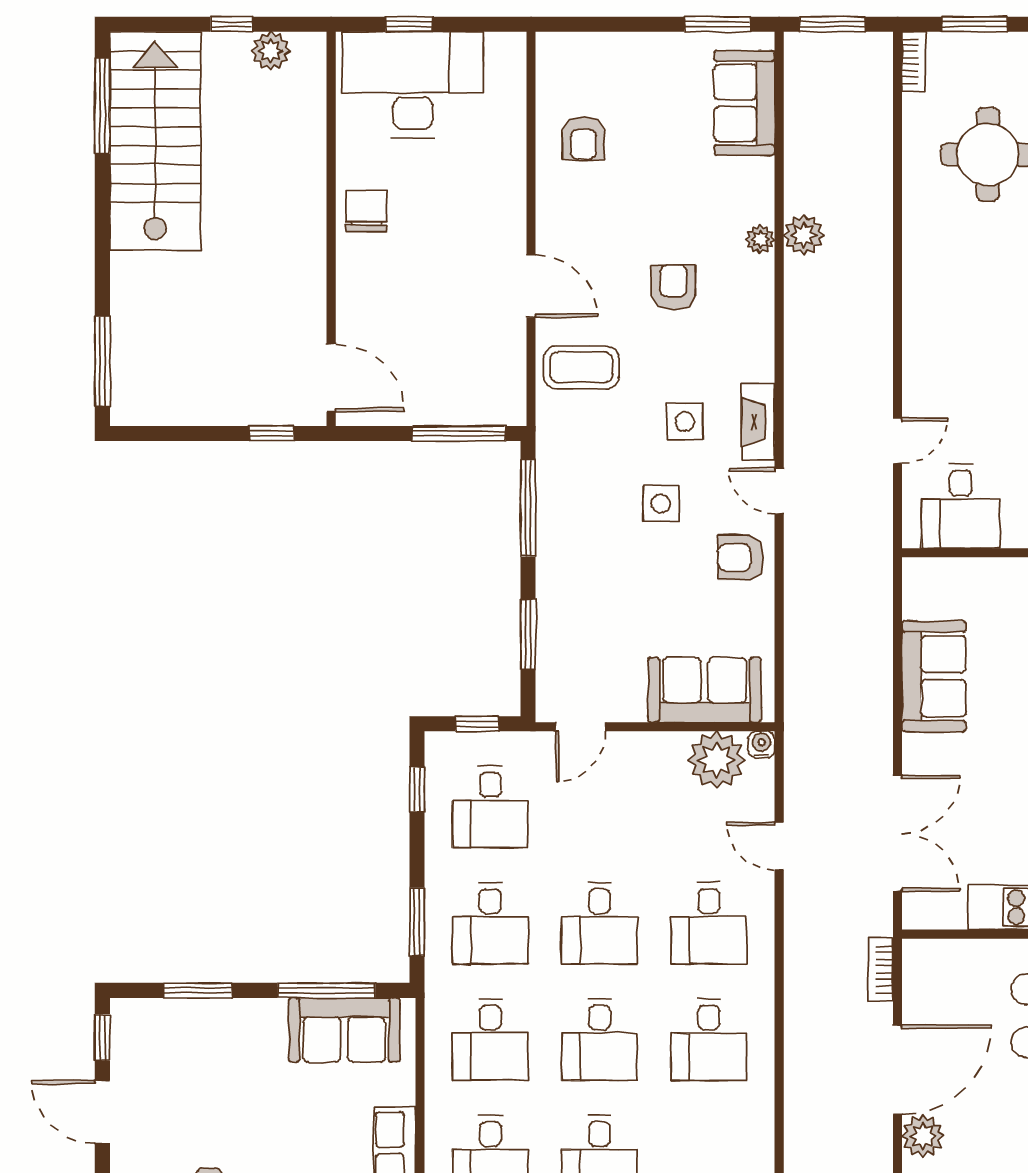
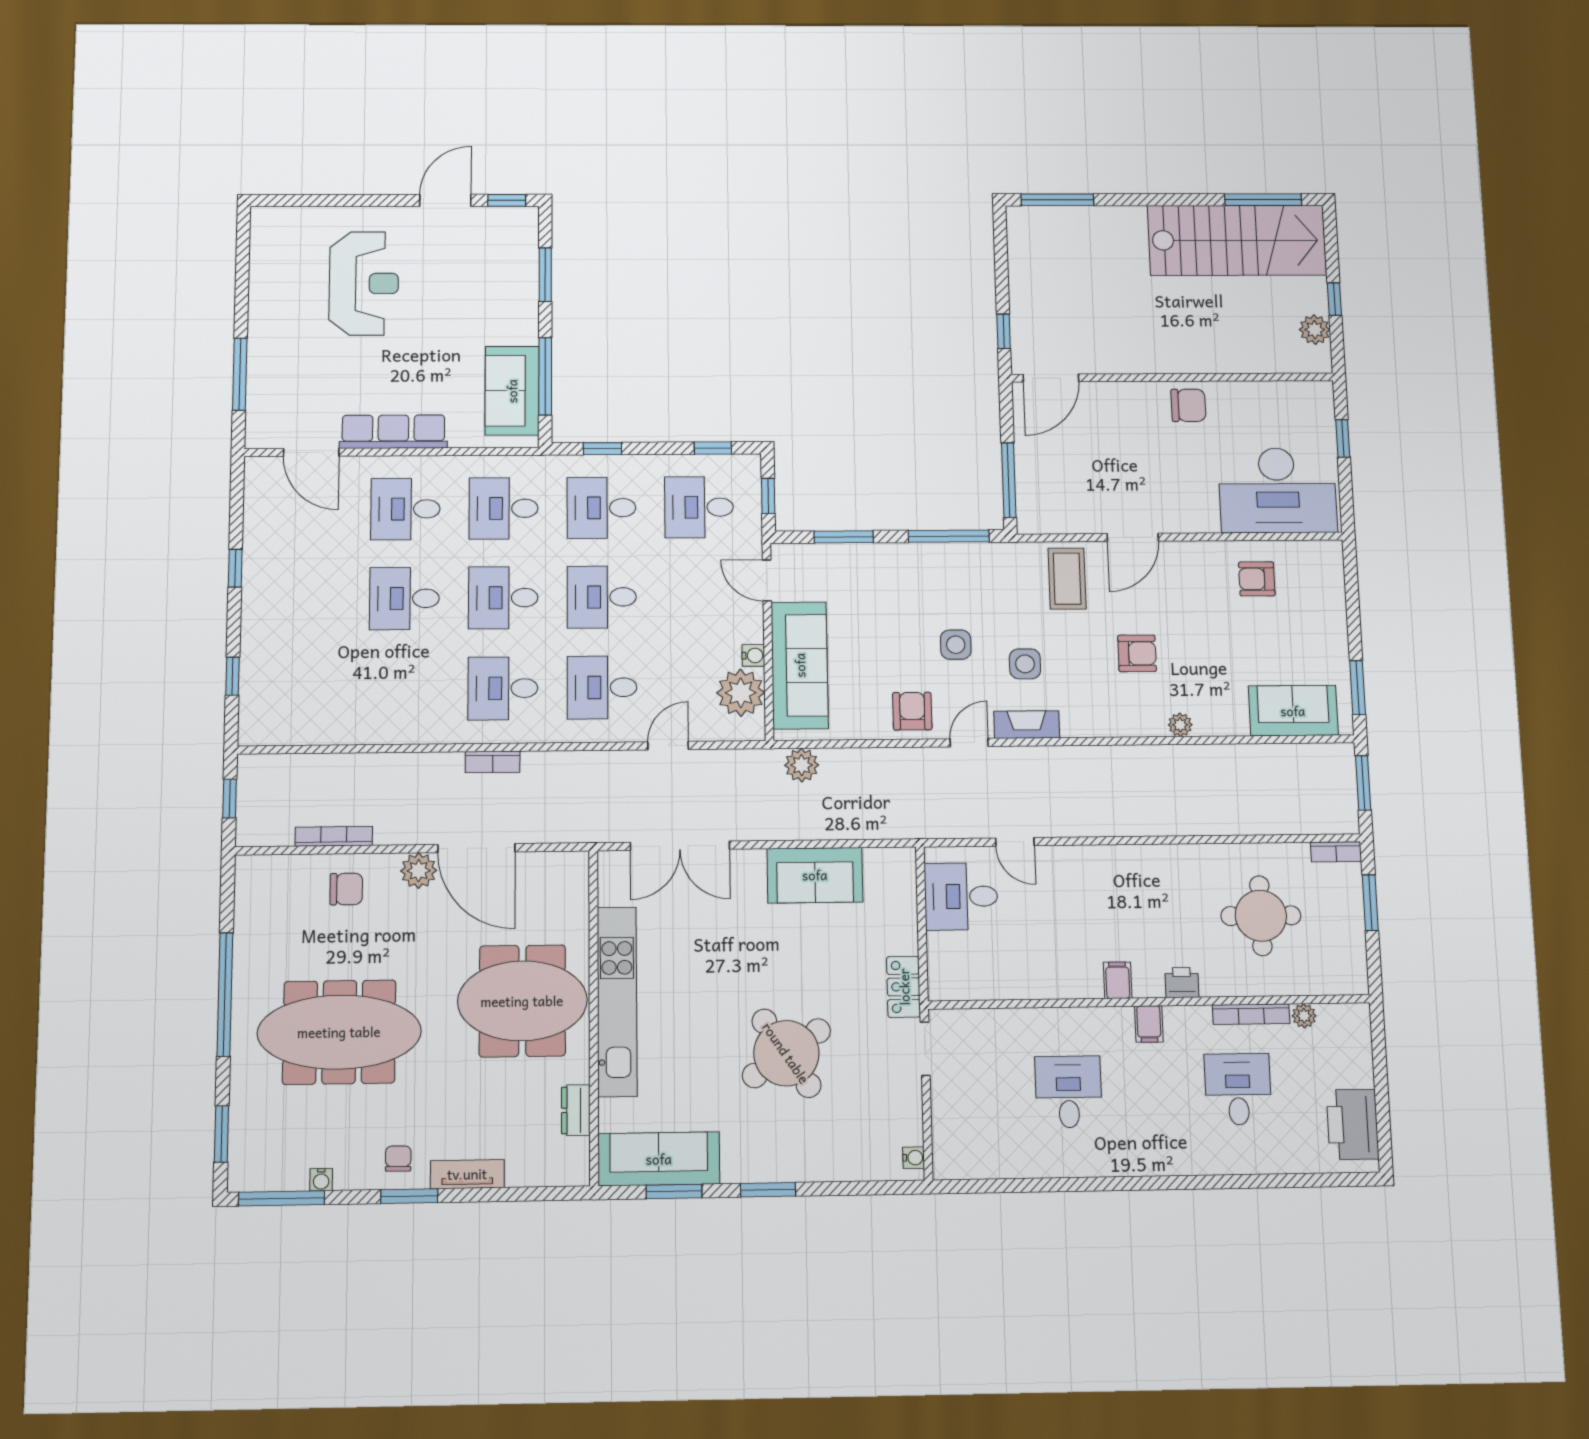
desk: (413, 84) -> (1277, 490), moved, turned 90
plant: (804, 235) -> (802, 765), moved
sofa: (705, 690) -> (800, 665), width x1.36
water cooler: (761, 744) -> (753, 655), moved
window: (417, 922) -> (602, 449), width x0.67
bookcase: (880, 969) -> (493, 762), moved, turned 180

